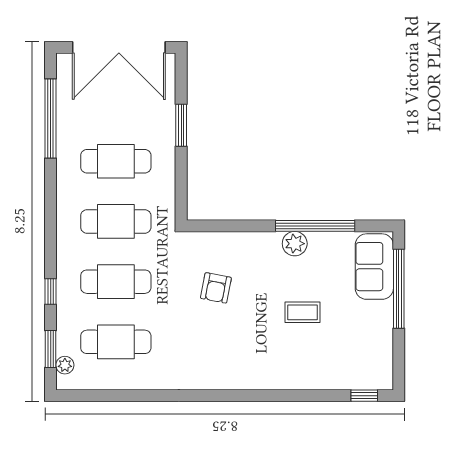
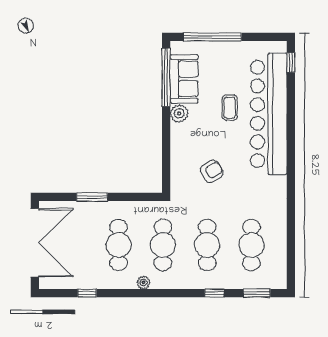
window: (51, 118) -> (87, 293), width x0.32
window: (315, 226) -> (166, 77), moved
sofa: (374, 267) -> (184, 79), moved, turned -90
armchair: (216, 288) -> (212, 171), turned -42
plant: (65, 365) -> (143, 282), moved
bar counter: (294, 365) -> (269, 114), added

